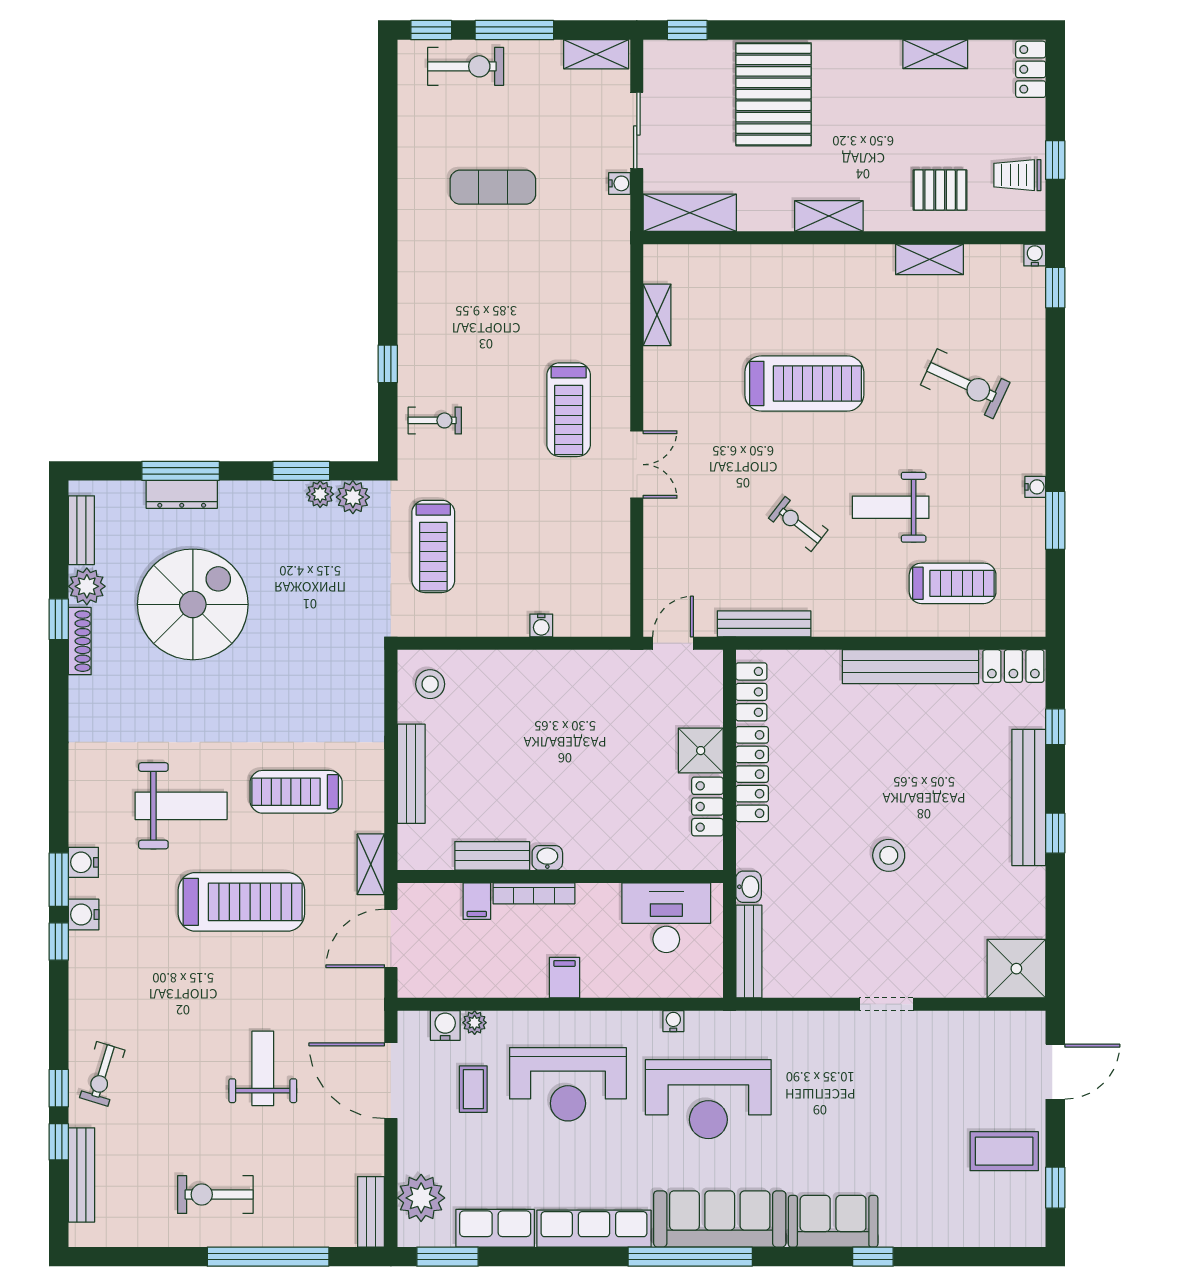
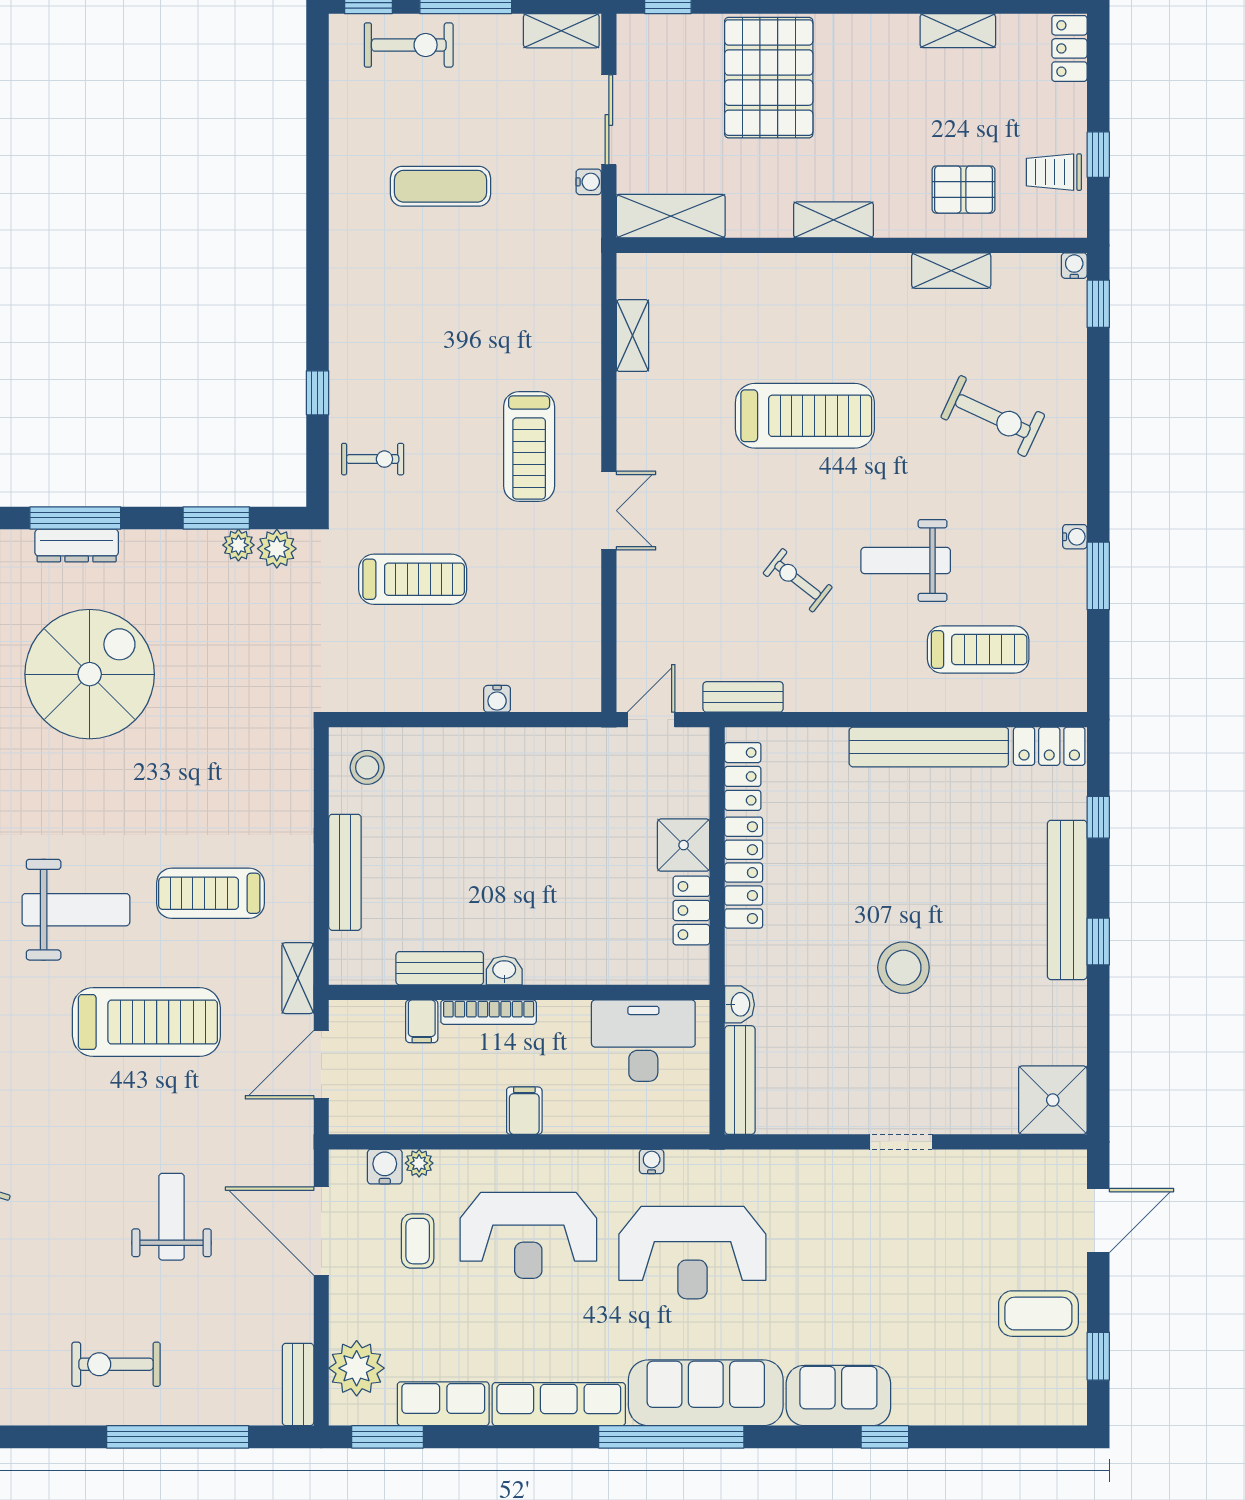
treadmill: (433, 546) -> (413, 579), moved, turned -90
bench: (764, 624) -> (743, 697), width x0.73
stool: (889, 855) -> (903, 968), width x1.38, depth x1.38

